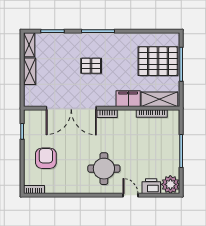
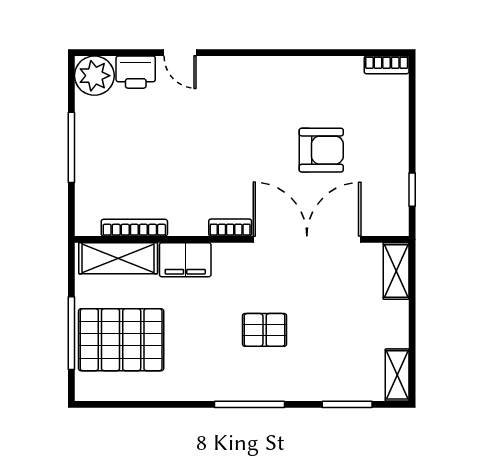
shelving: (30, 71) -> (396, 271), moved
armchair: (46, 158) -> (321, 150), moved, turned -90
round table: (104, 169) -> (237, 110), removed

